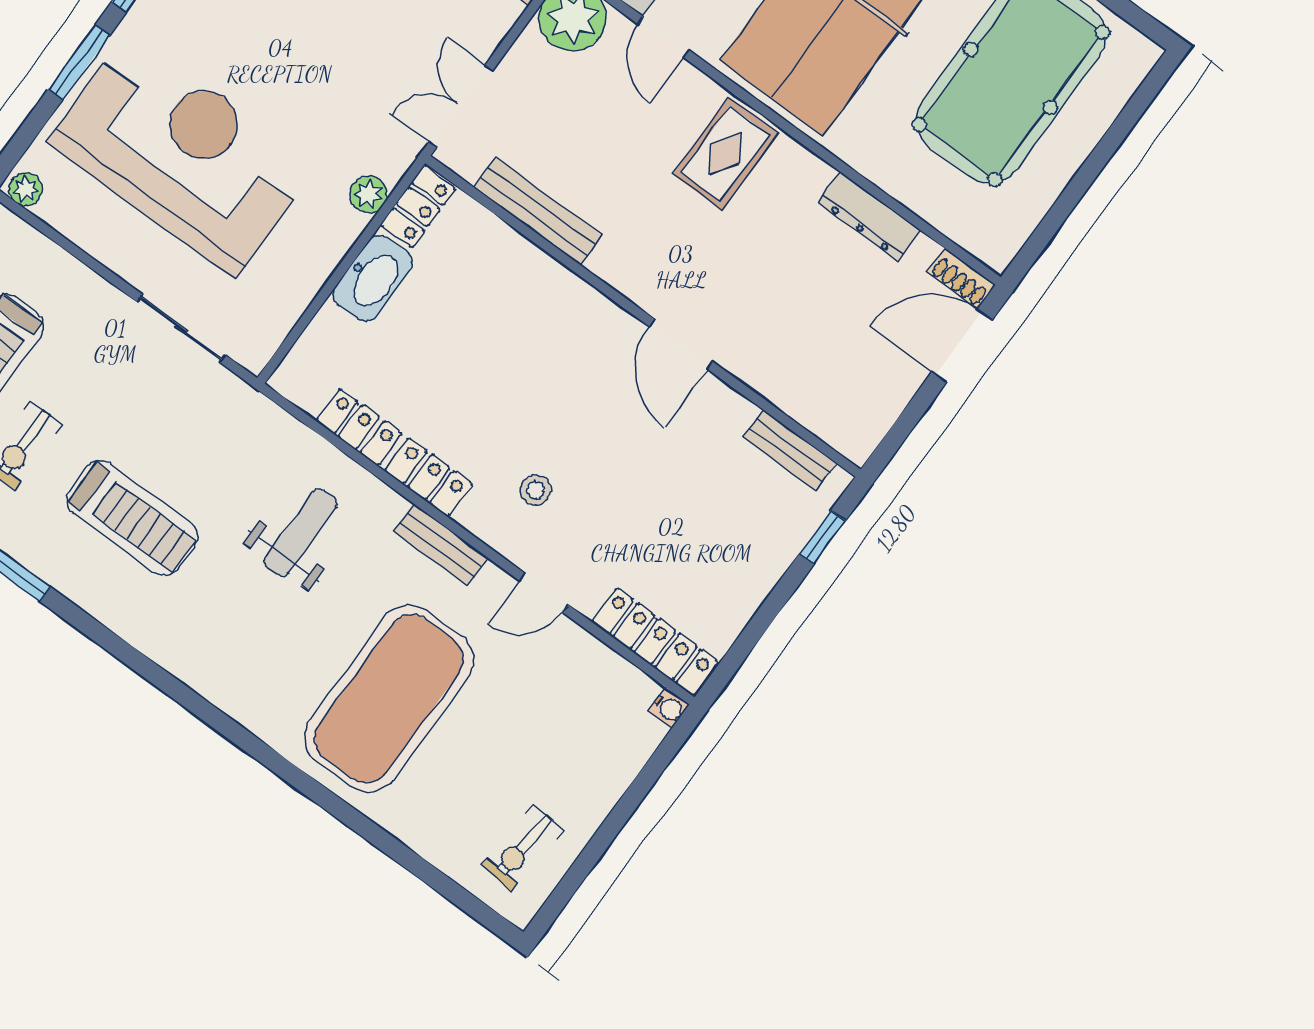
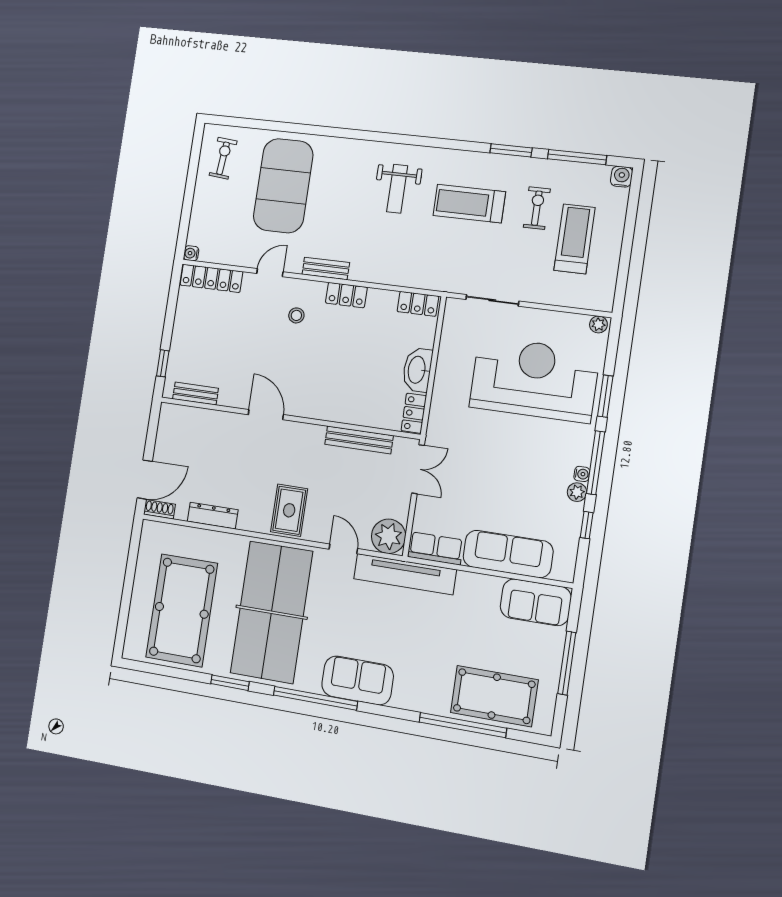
reception desk: (182, 154) -> (534, 379), turned 180
plant: (368, 194) -> (439, 407), removed
locker: (359, 427) -> (418, 304), moved
weight bench: (301, 533) -> (397, 189), moved
exercise mat: (389, 699) -> (283, 186), moved

